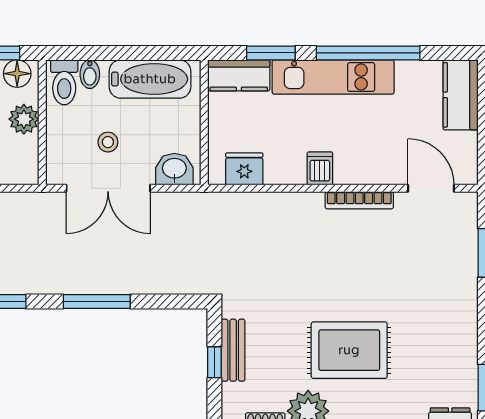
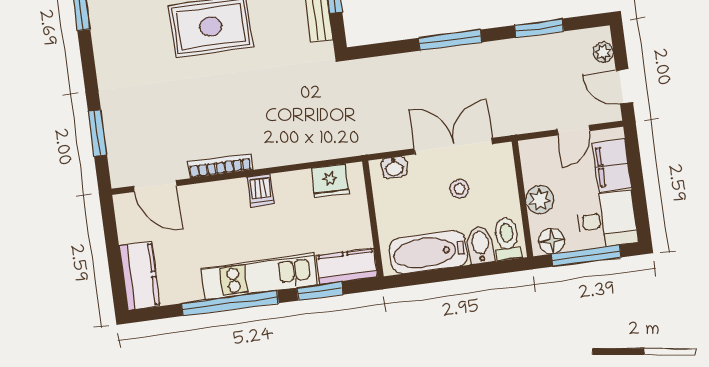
bidet: (90, 74) -> (480, 245), width x1.38, depth x1.36
washbasin: (174, 169) -> (394, 167), width x0.72, depth x0.69

